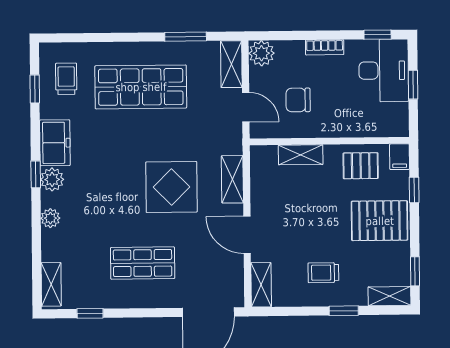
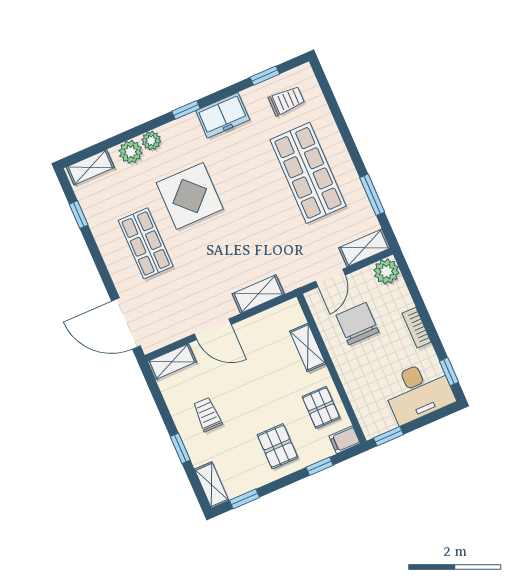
window: (413, 85) -> (389, 436), moved
chair: (298, 100) -> (357, 324), width x1.37, depth x1.37
plant: (52, 179) -> (131, 152), moved
display table: (171, 187) -> (190, 196), moved
pallet: (380, 221) -> (278, 446), width x0.67, depth x0.71
door: (247, 235) -> (213, 329), swing flipped

